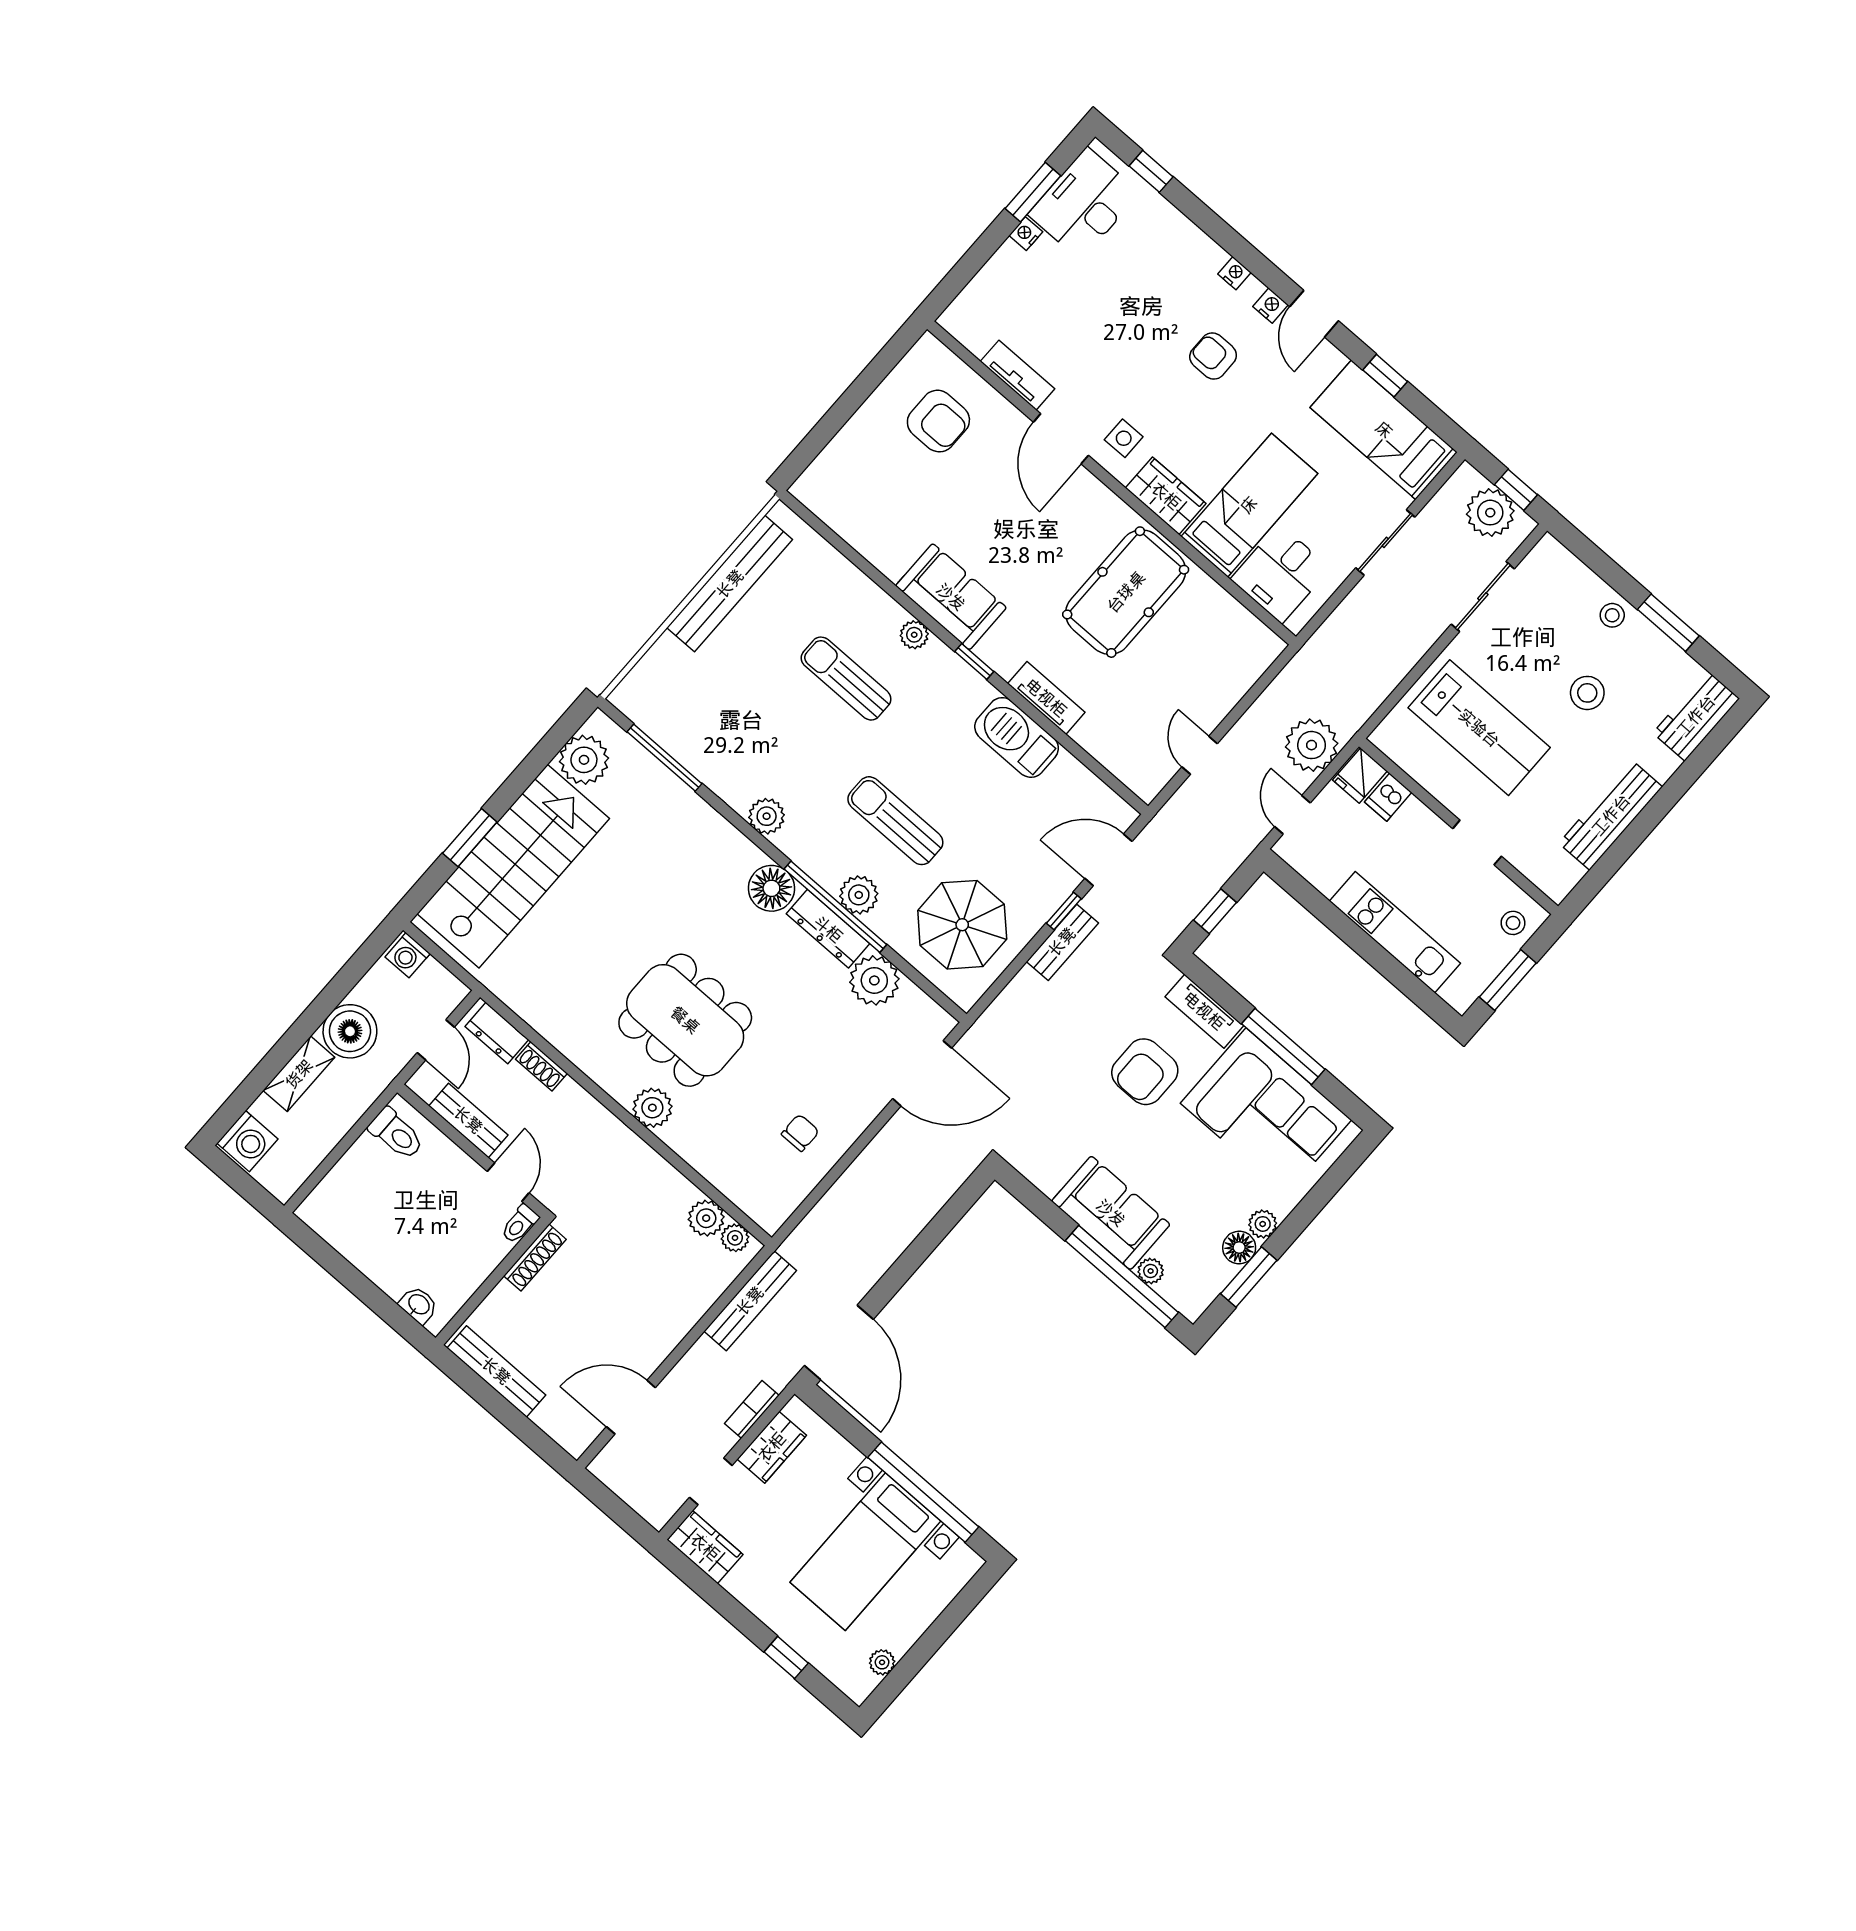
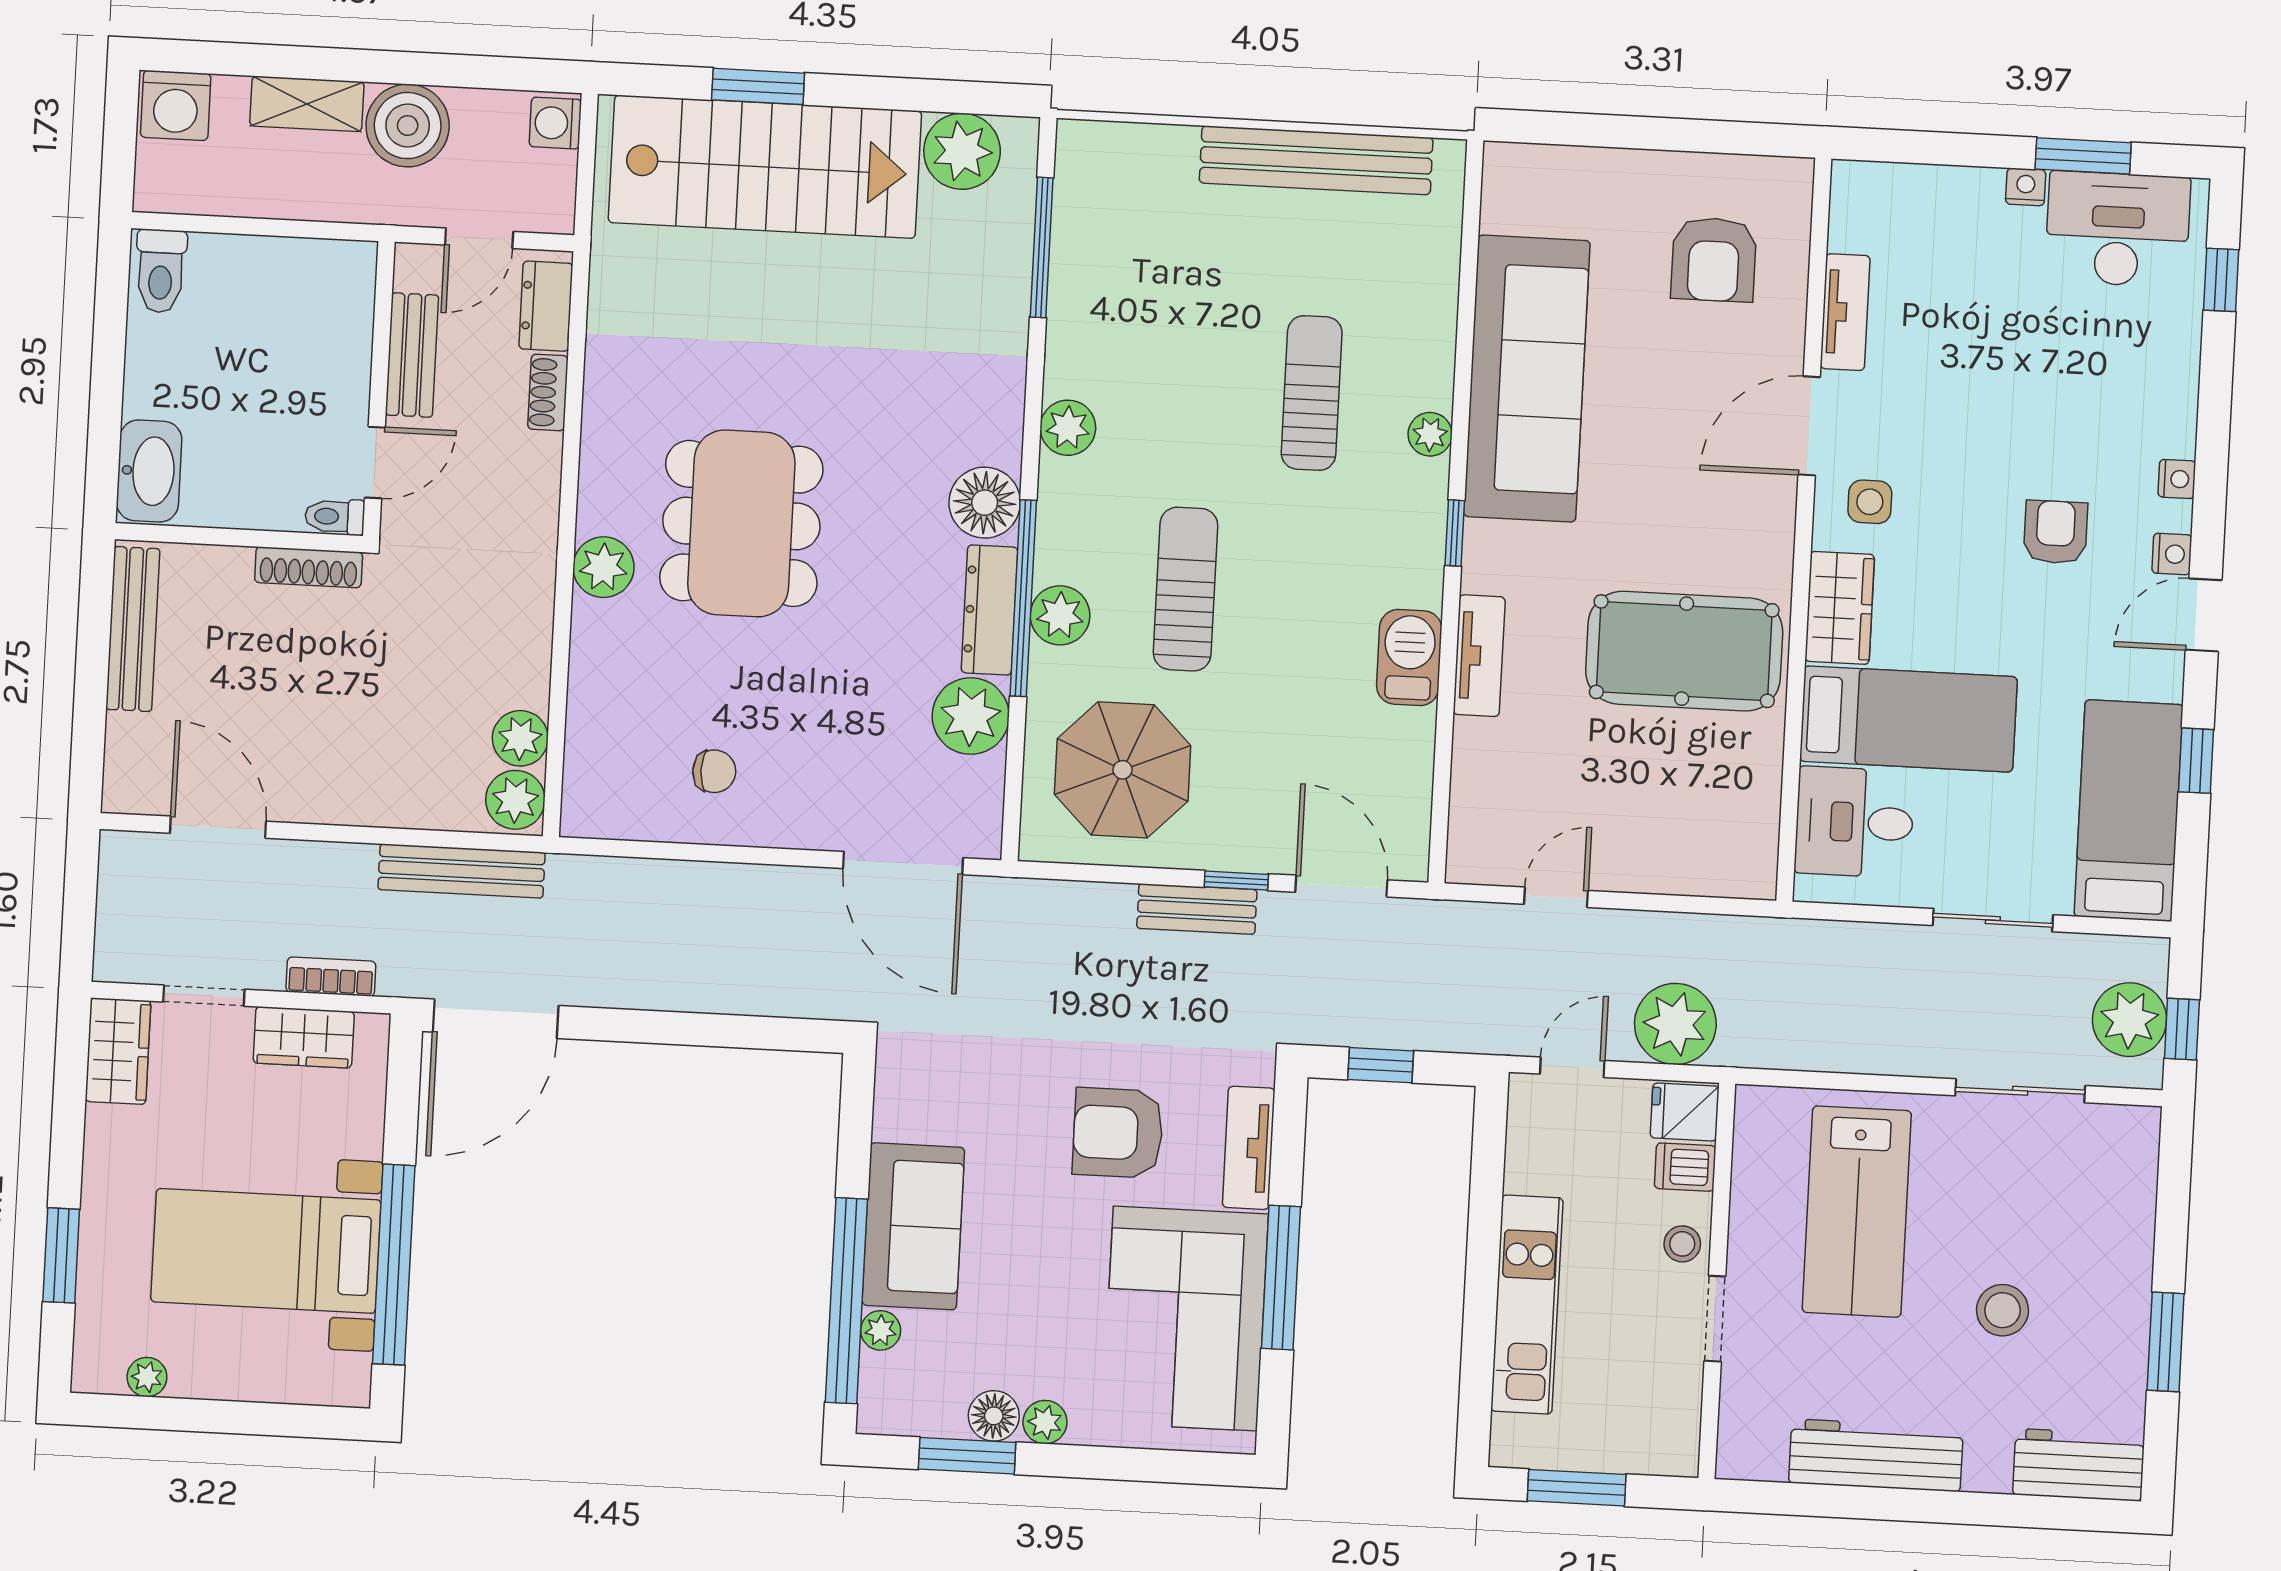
sofa: (951, 597) -> (1527, 379), width x1.85, depth x1.27
stool: (1612, 615) -> (2121, 1266), removed
barbecue: (1017, 737) -> (1409, 658), width x0.73, depth x0.83
stool: (1513, 923) -> (1682, 1244), moved
toilet: (396, 1134) -> (161, 271), moved
plant: (735, 1238) -> (515, 800), width x1.38, depth x1.38
washbasin: (418, 1305) -> (149, 471), width x1.91, depth x1.45
window: (786, 1657) -> (61, 1255), width x1.50

